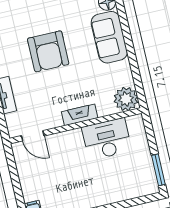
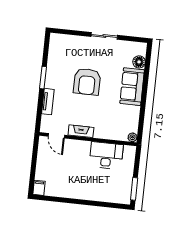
plant: (126, 99) -> (132, 137), width x0.53, depth x0.53
fireplace: (80, 115) -> (81, 131), moved

